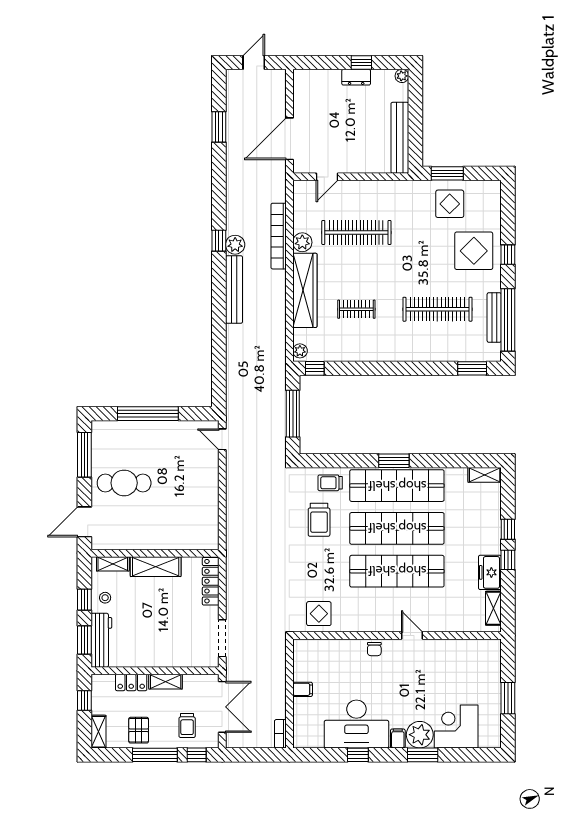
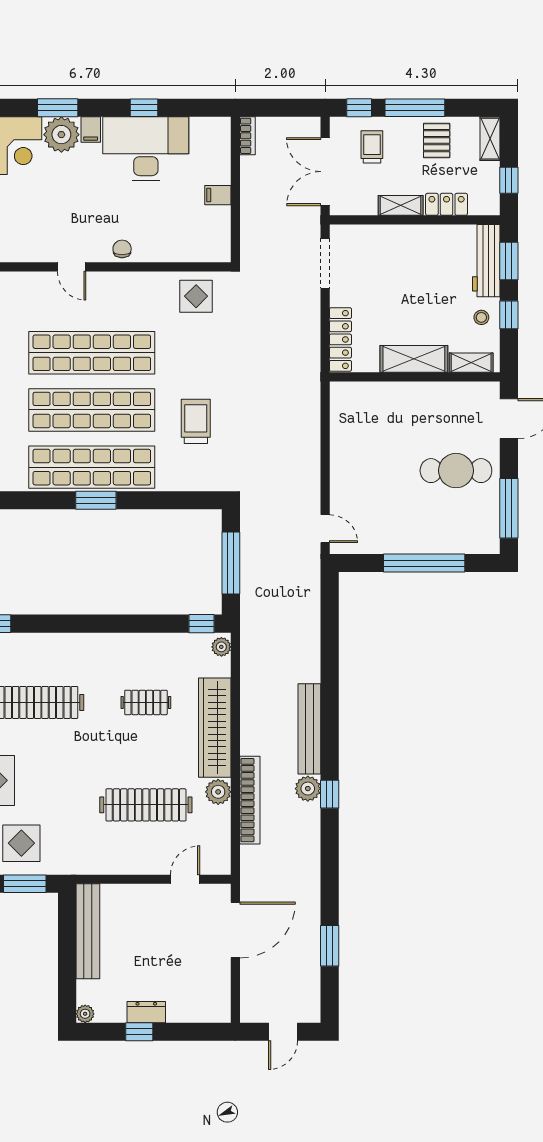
trolley: (330, 483) -> (181, 471), removed

